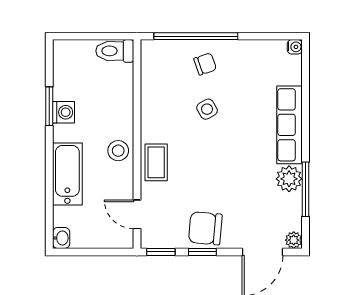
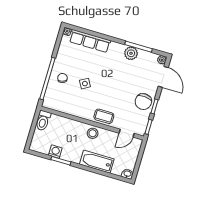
washing machine: (63, 112) -> (55, 152), moved
row of seats: (290, 125) -> (90, 41), moved

